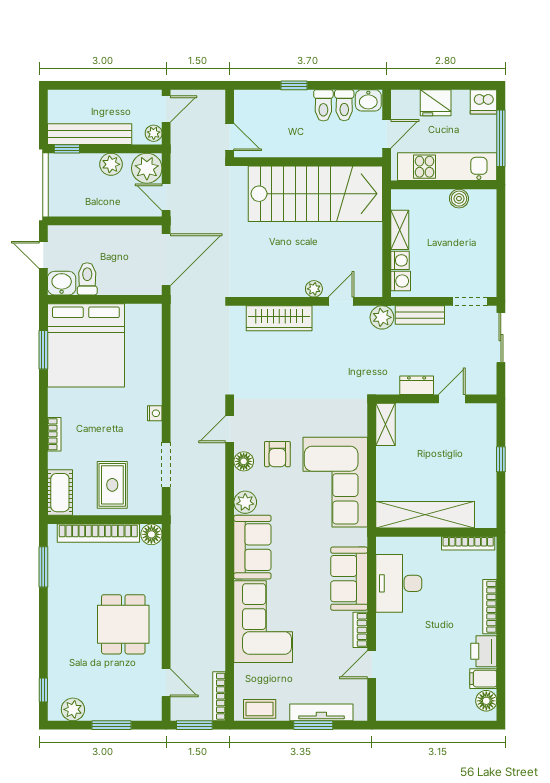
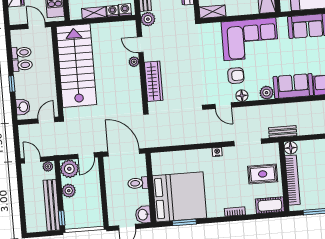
washbasin: (368, 100) -> (23, 107), moved
toilet: (87, 279) -> (138, 183), moved
bench: (179, 523) -> (283, 132), added

